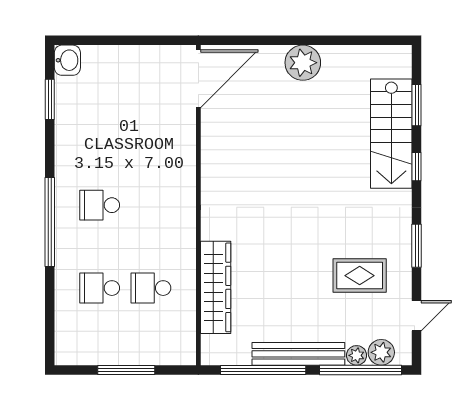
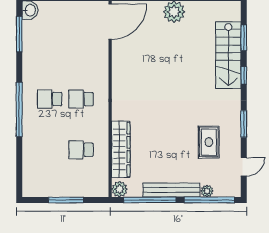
window: (50, 99) -> (19, 34), width x1.44
rug: (360, 276) -> (209, 142), turned 90
school desk: (100, 288) -> (81, 99), moved
plant: (381, 352) -> (120, 189), moved

